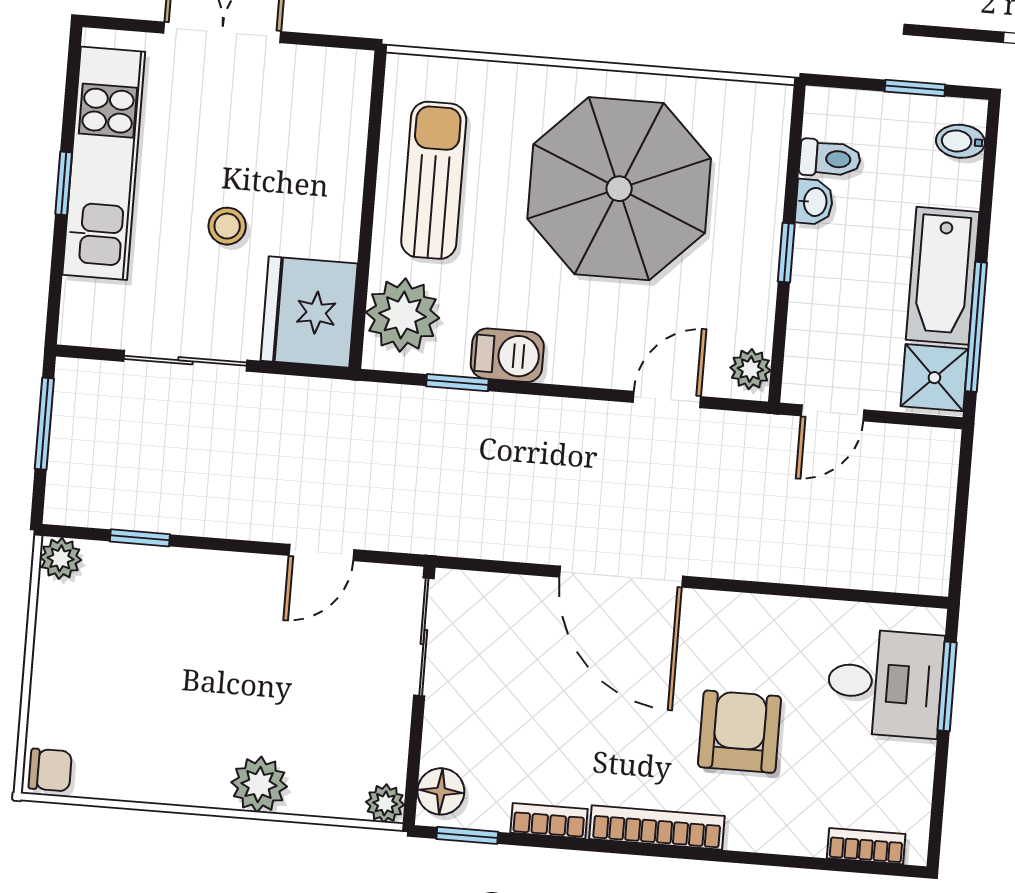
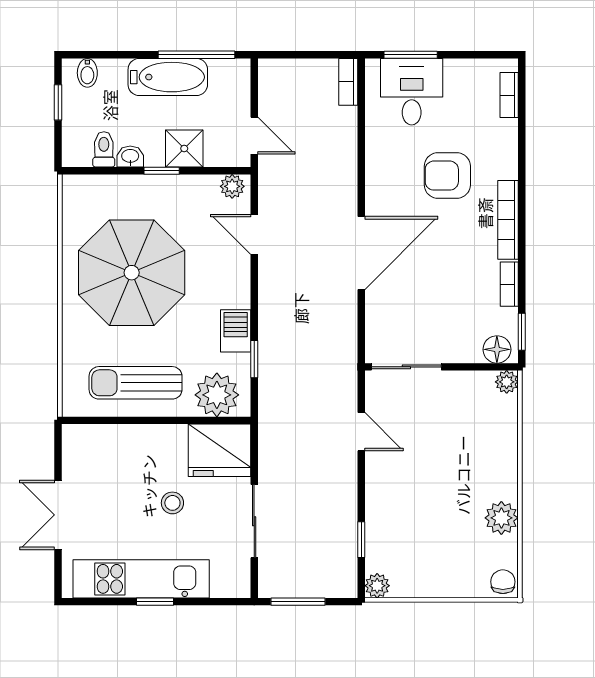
shower: (934, 378) -> (184, 148), moved
bookcase: (910, 578) -> (348, 82), added
plant: (259, 784) -> (501, 518), moved

